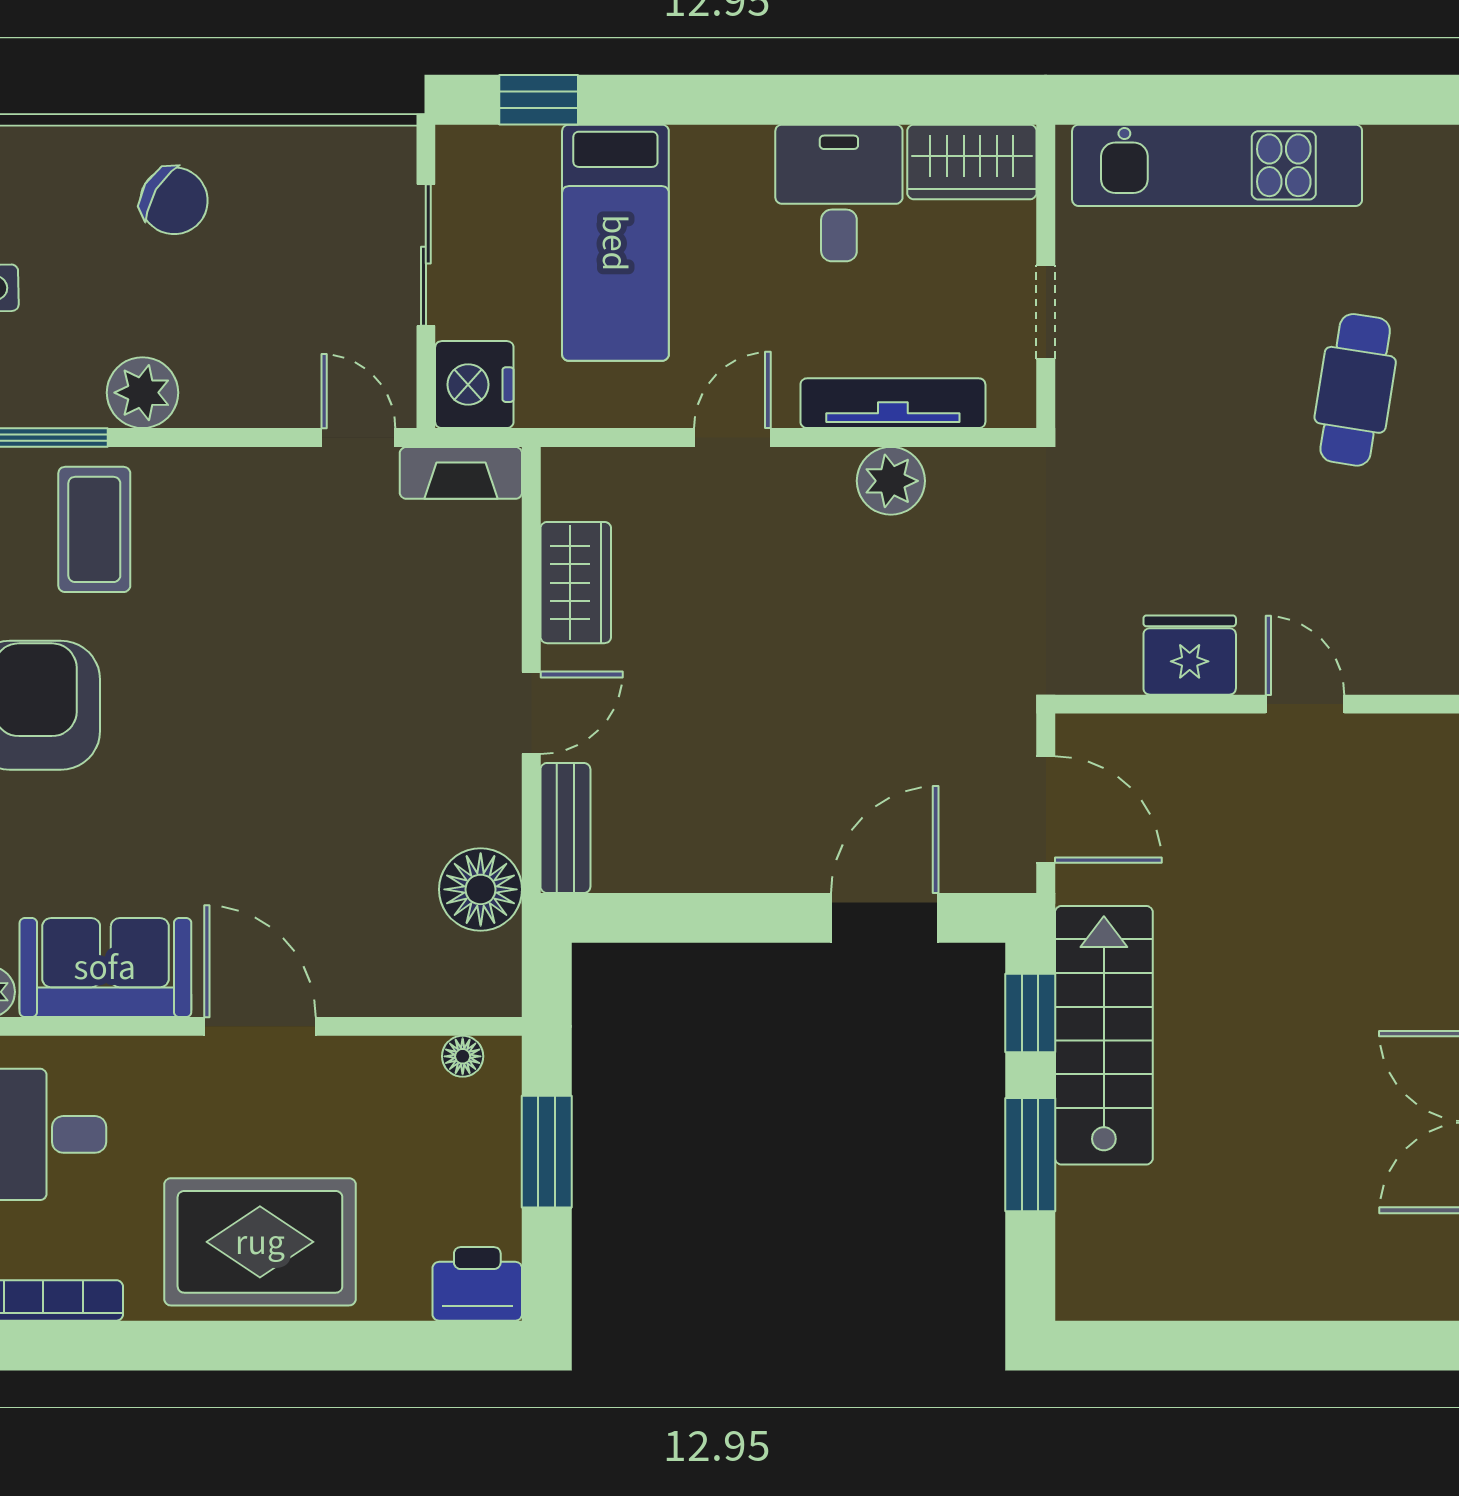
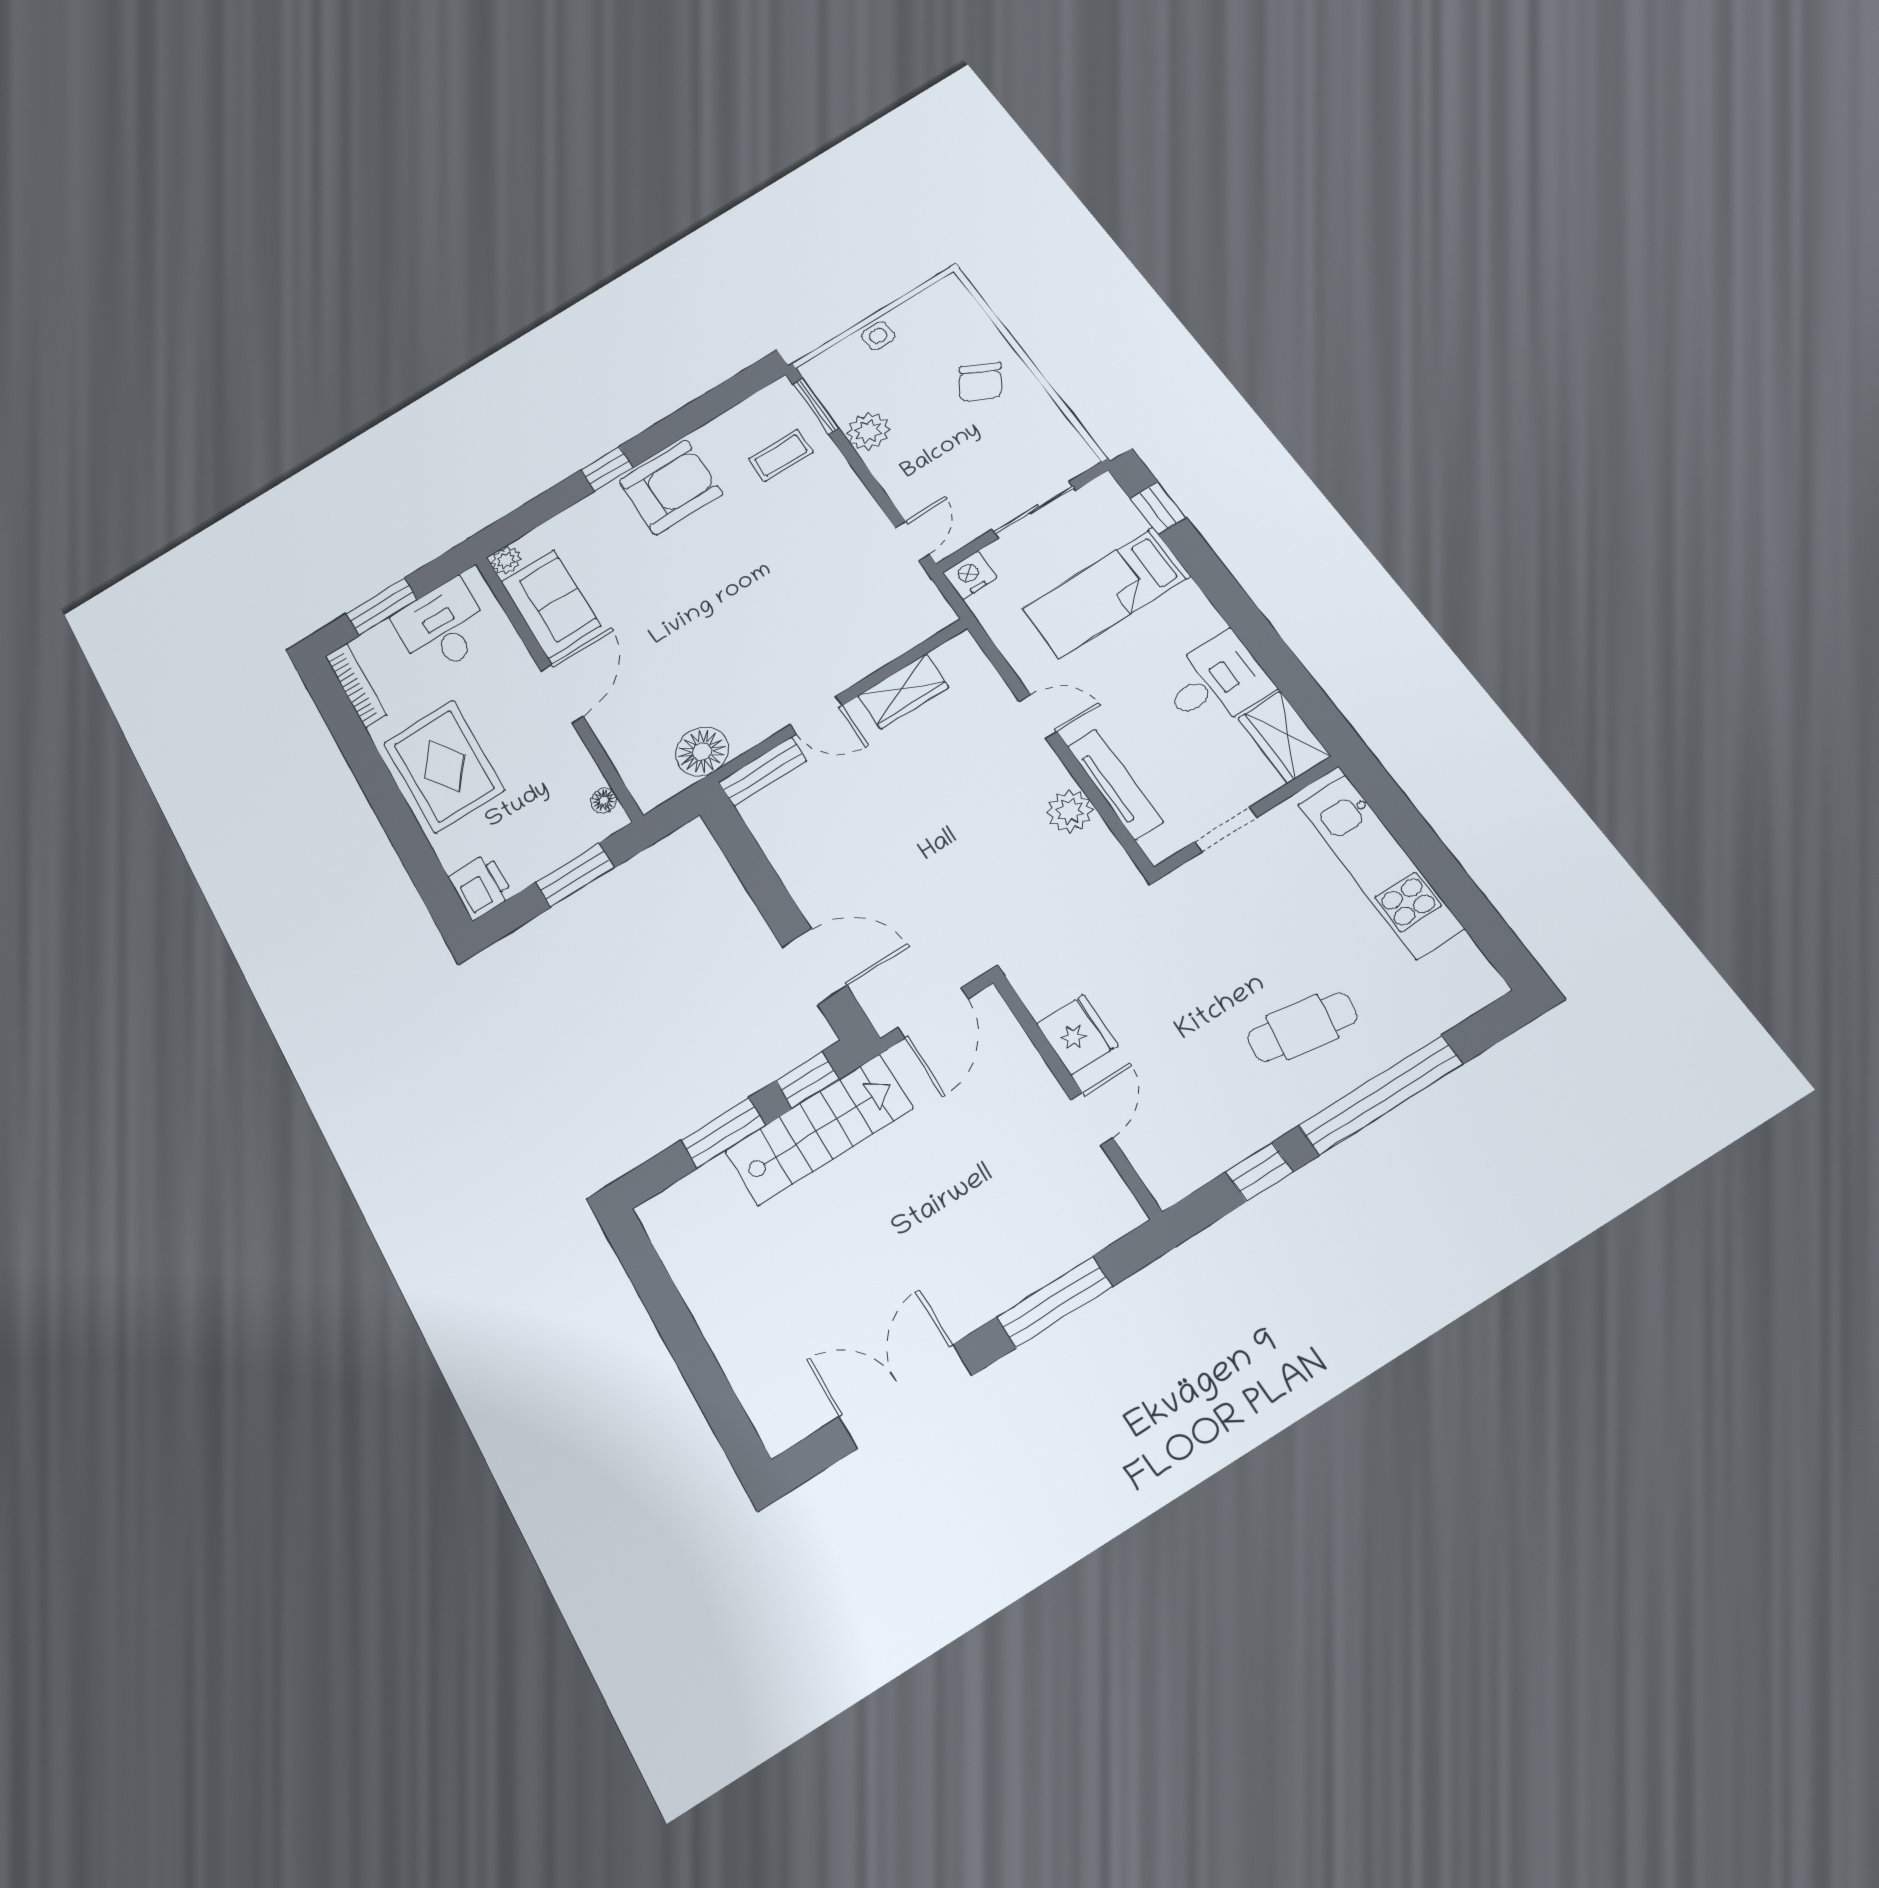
nightstand: (474, 385) -> (970, 575), width x0.74, depth x0.75
fireplace: (461, 473) -> (926, 600), removed
coffee table: (94, 529) -> (781, 455), width x0.73, depth x0.77

